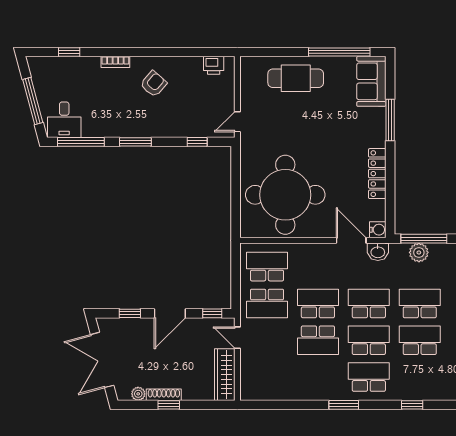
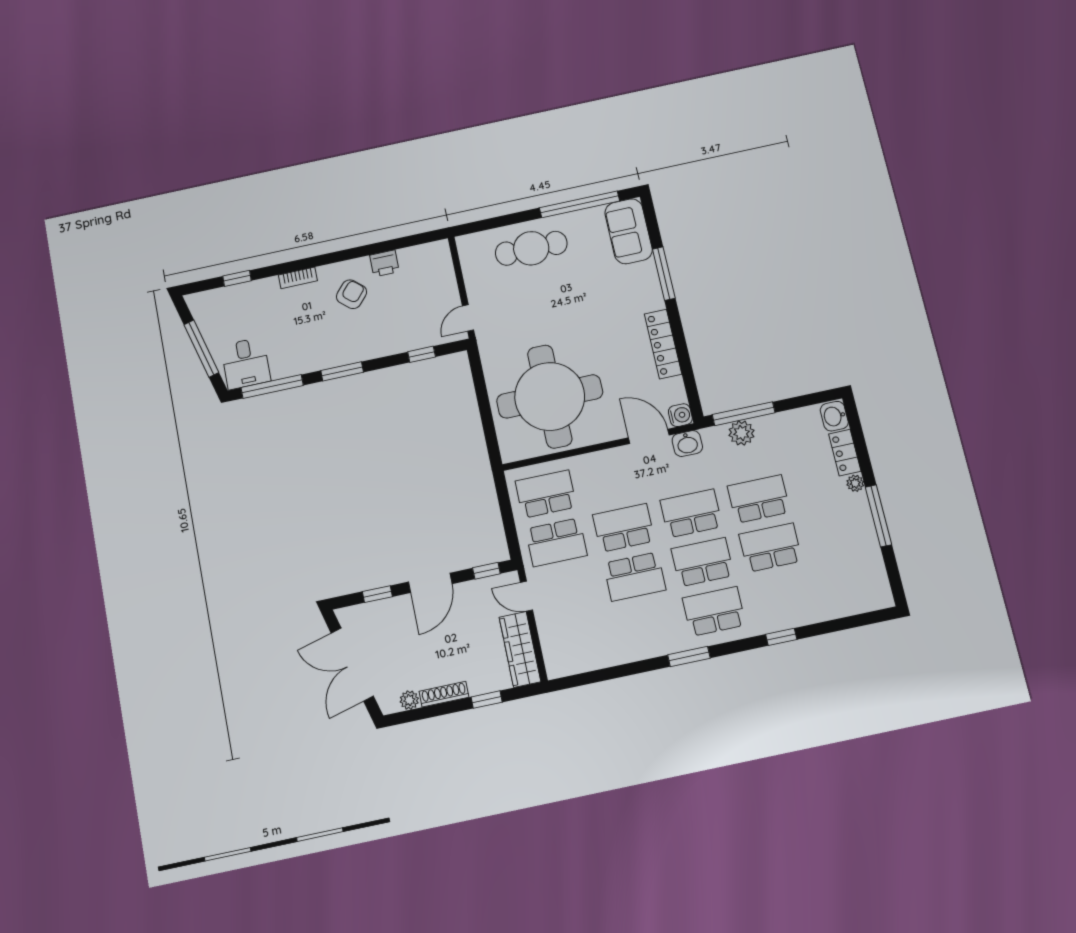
printer: (214, 65) -> (384, 263), moved
window: (169, 405) -> (487, 700), moved

